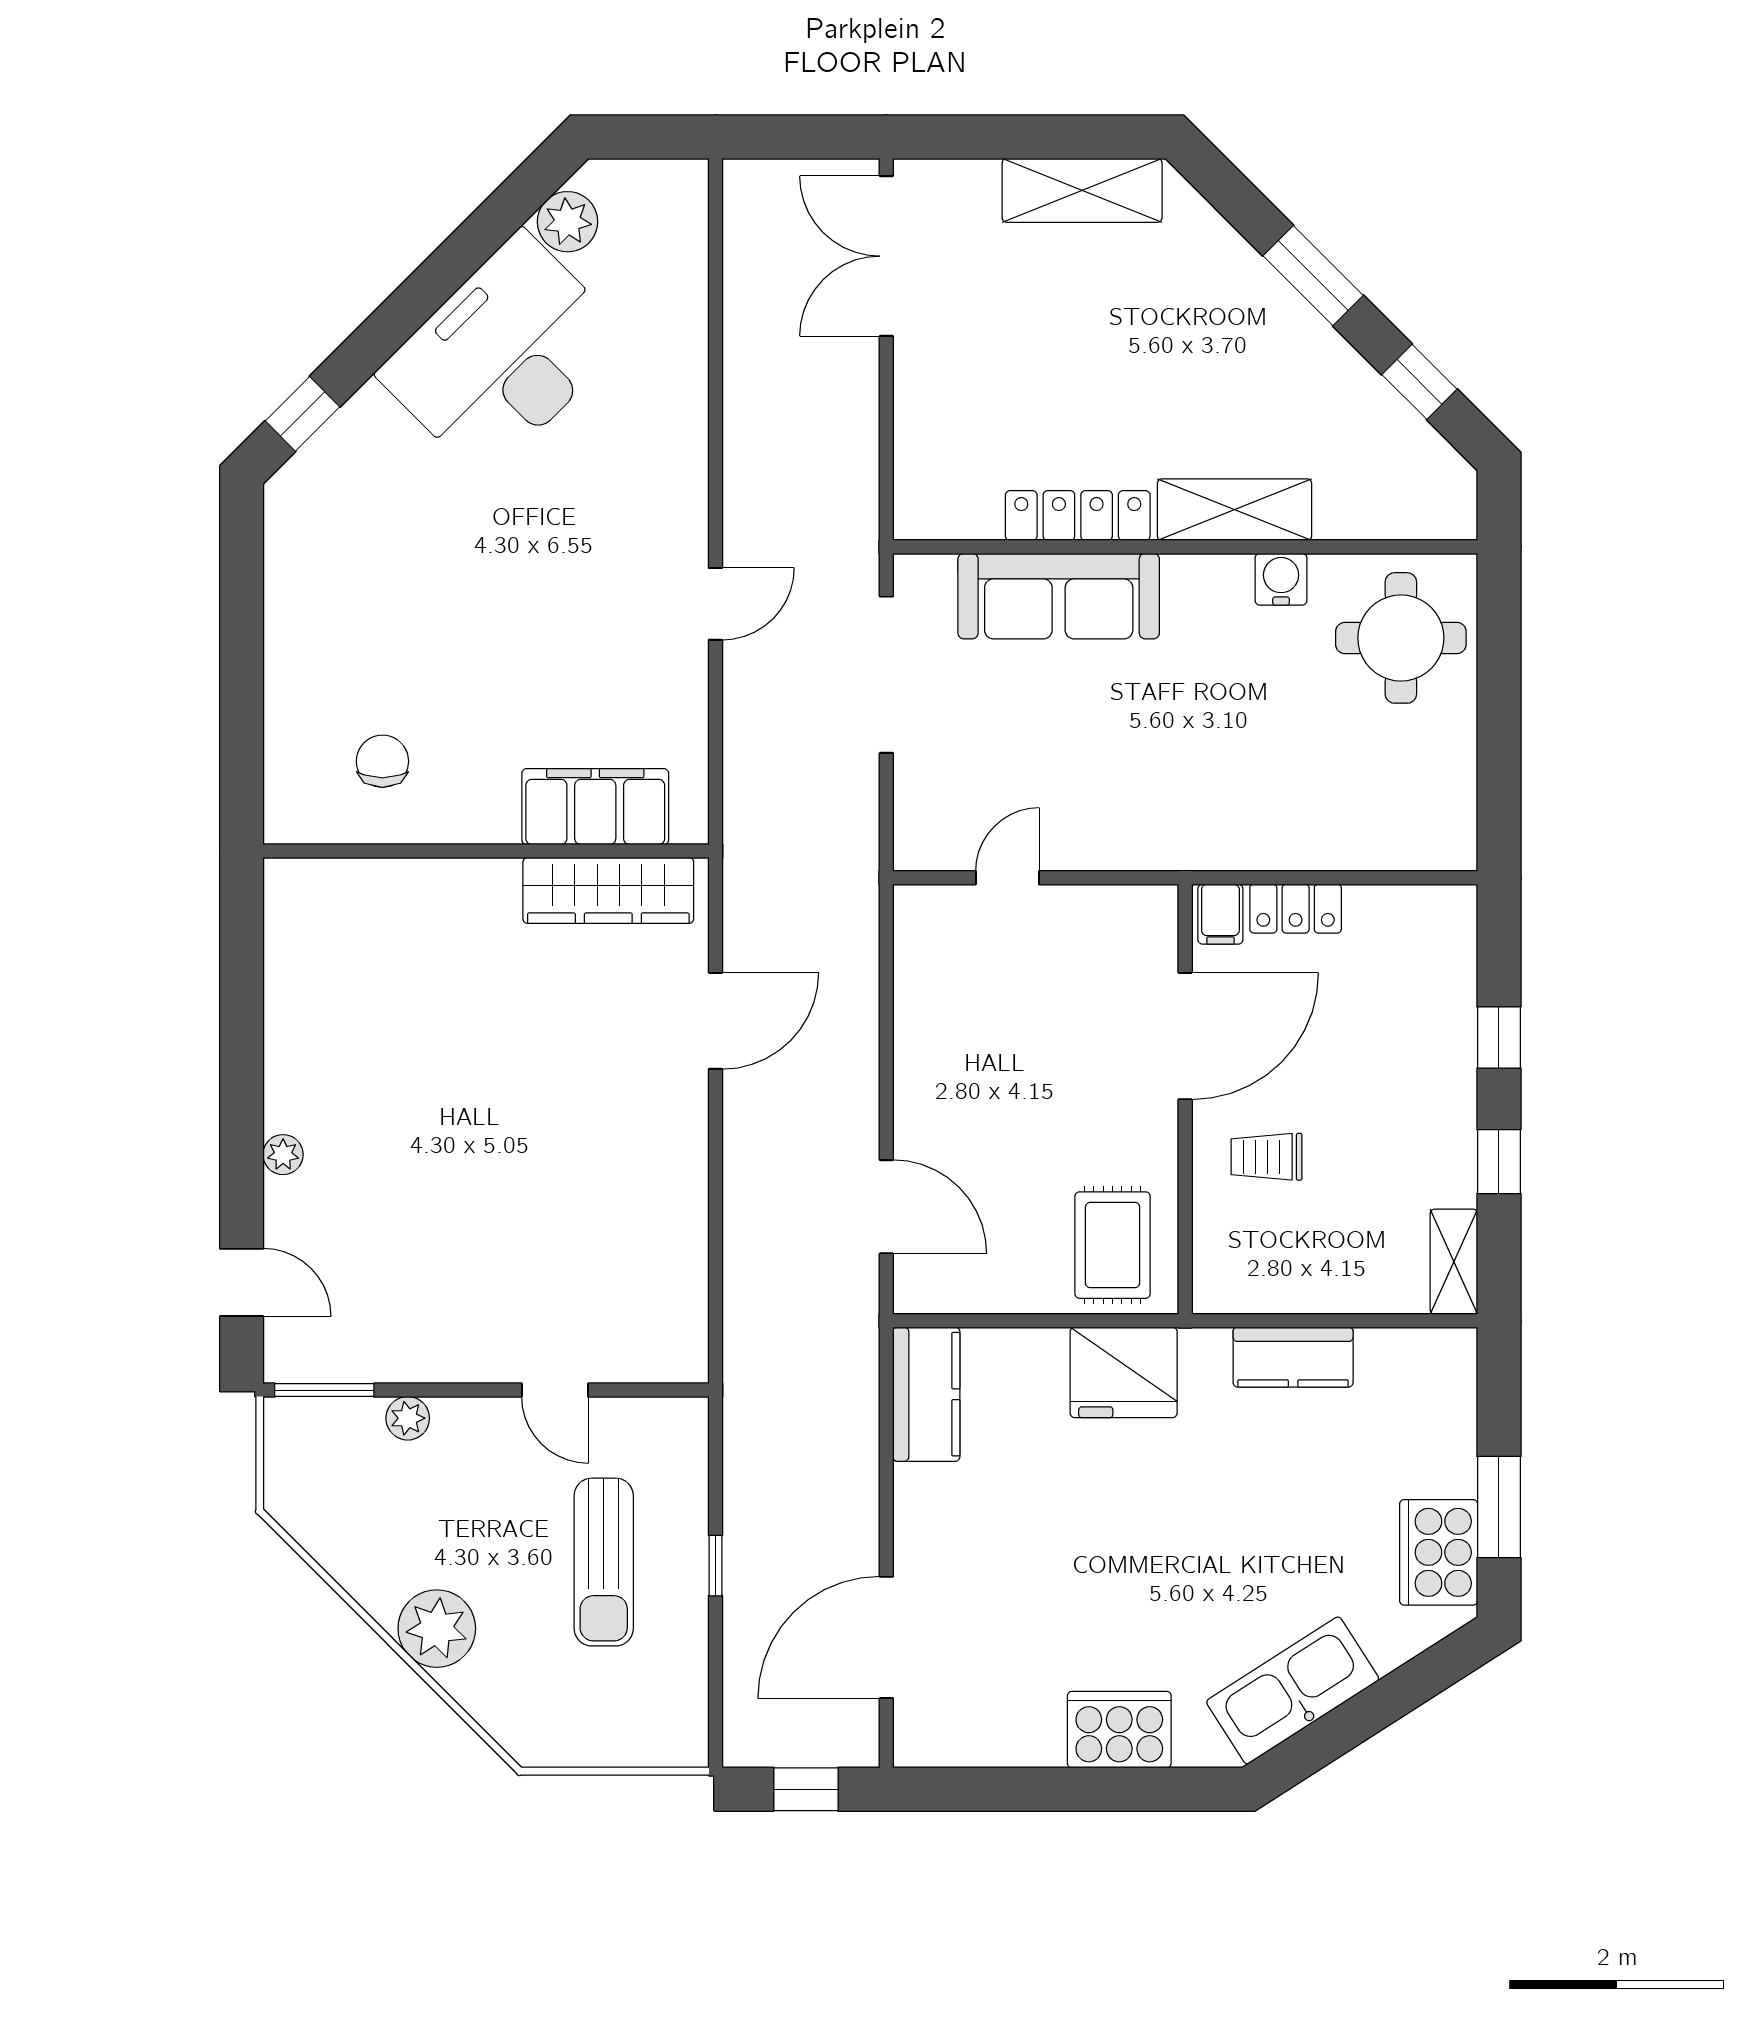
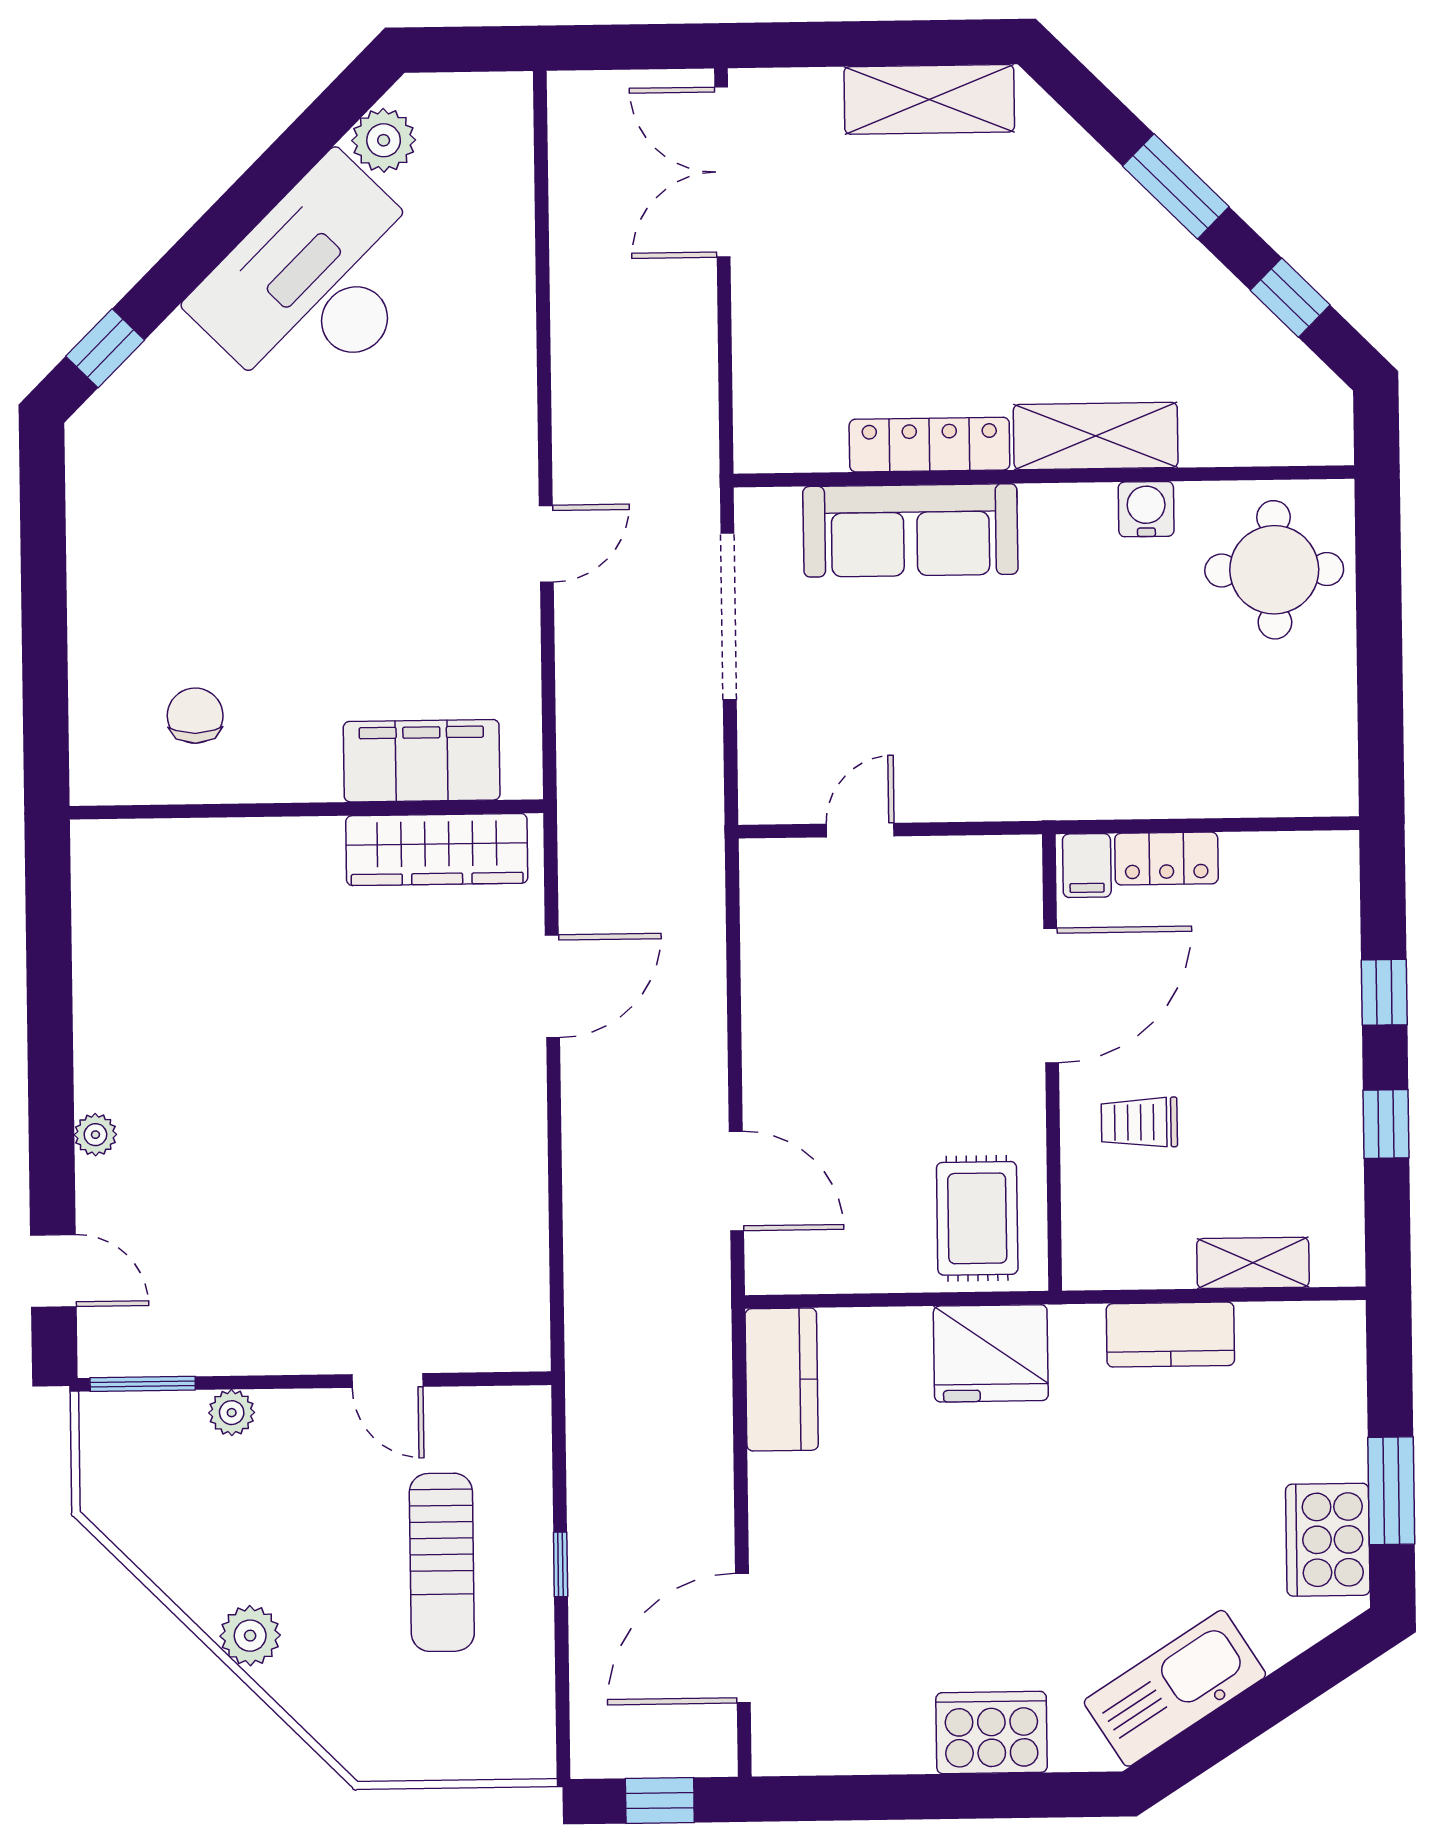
shelving: (1454, 1262) -> (1253, 1263), moved, turned 90
plant: (437, 1629) -> (250, 1636), width x0.73, depth x0.73

